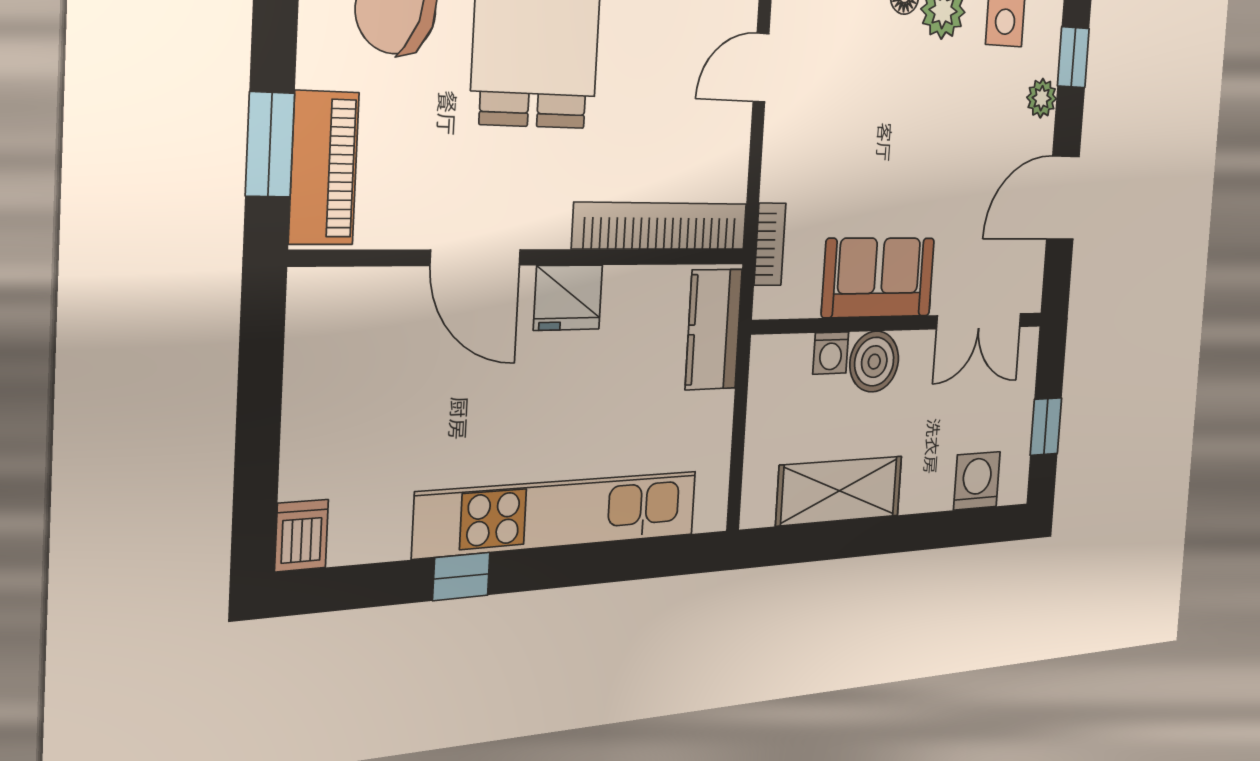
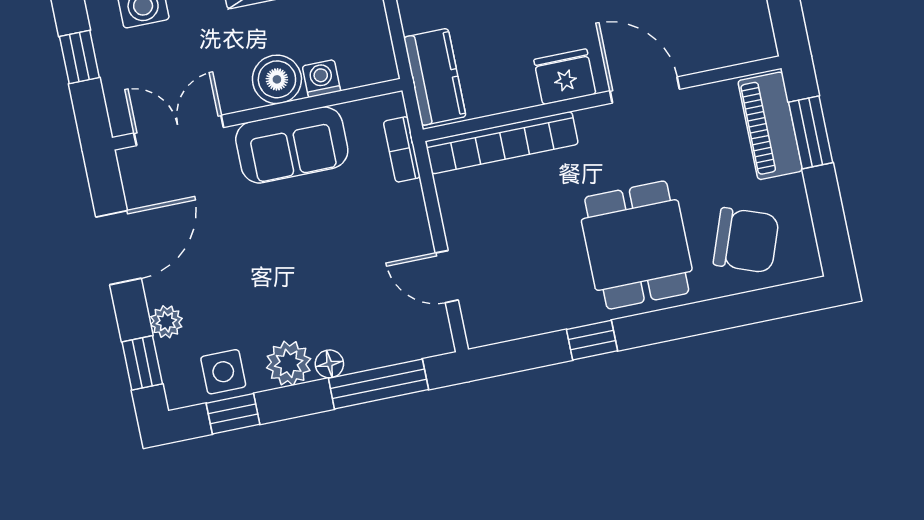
door: (761, 68) -> (447, 277), swing flipped

